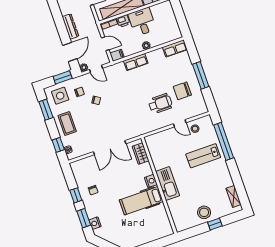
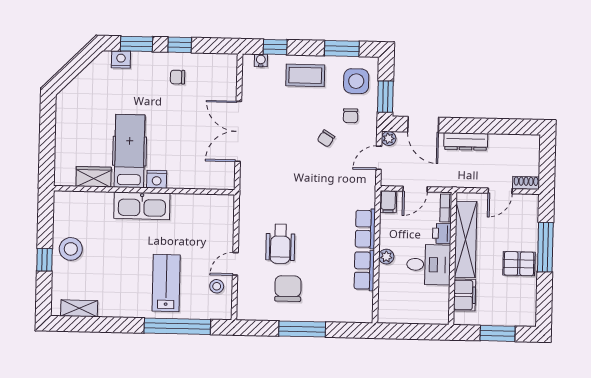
row of seats: (175, 48) -> (364, 271), moved
wardrobe: (141, 154) -> (94, 177), moved

